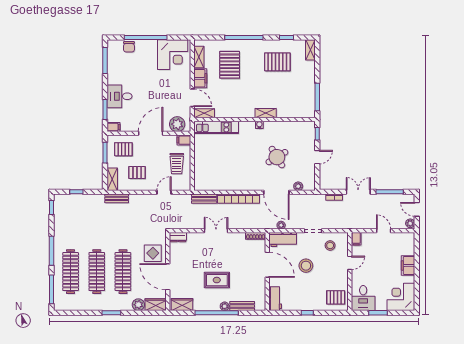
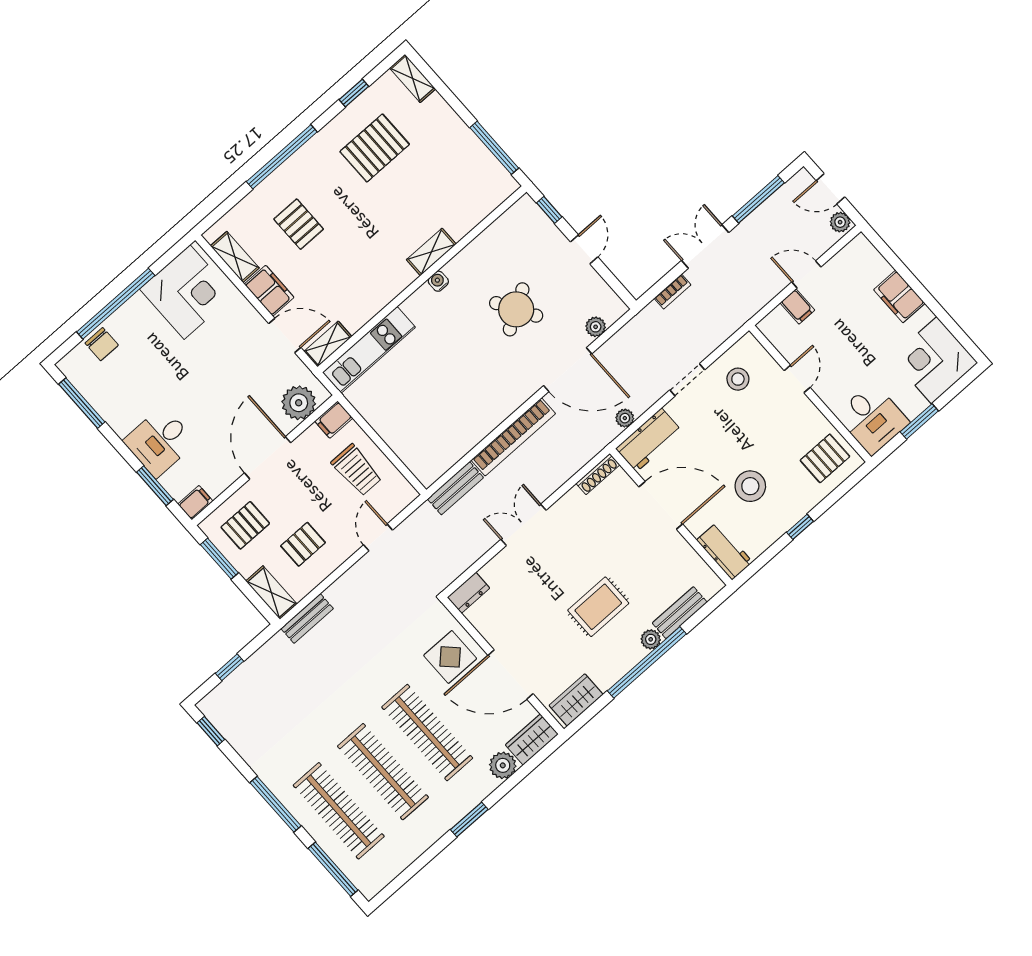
pallet: (230, 65) -> (299, 224), width x0.67, depth x0.71
filing cabinet: (356, 239) -> (797, 306), moved
stool: (306, 266) -> (750, 486), moved

